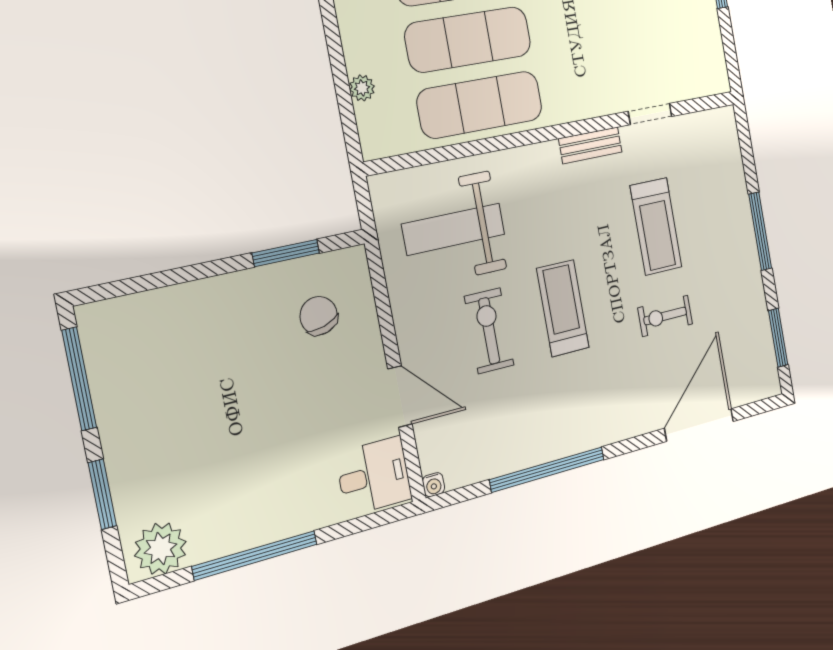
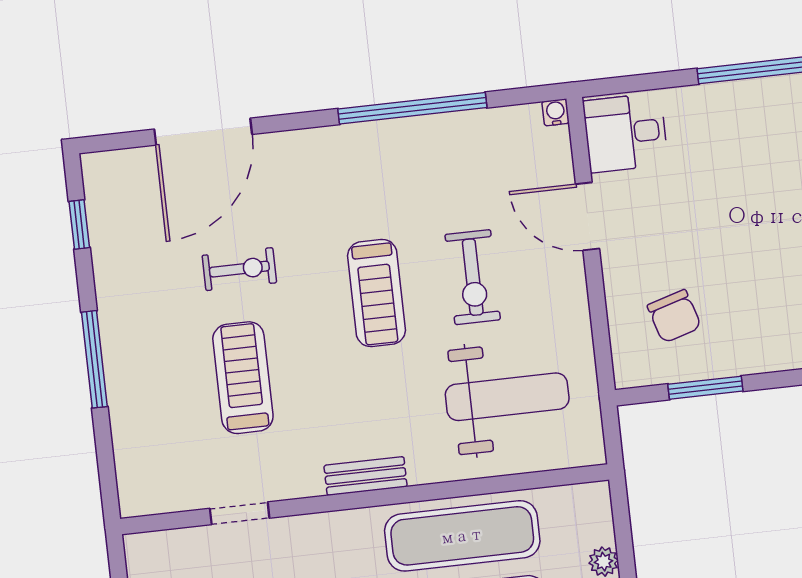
bench: (590, 145) -> (366, 476), moved
window: (778, 338) -> (79, 224), width x0.67

